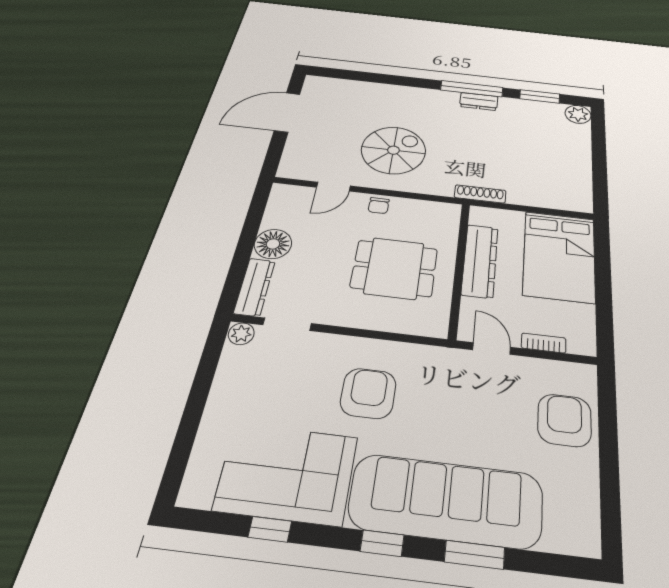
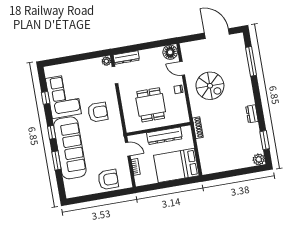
window: (472, 89) -> (251, 61), moved
floor lamp: (273, 244) -> (170, 52), moved
door: (492, 349) -> (128, 149), hinge flipped

